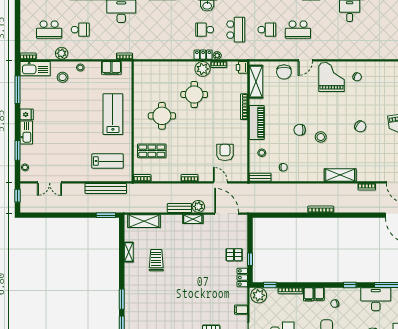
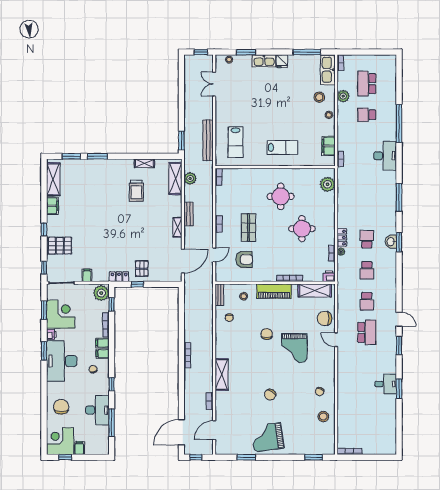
school desk: (80, 30) -> (367, 115), turned 90
school desk: (236, 30) -> (367, 270), width x0.54
school desk: (298, 30) -> (367, 332), turned 180
plant: (203, 69) -> (328, 184), moved
grand piano: (331, 77) -> (294, 348), moved, turned 90
lab bench: (113, 114) -> (282, 147), width x0.73, depth x0.72
stool: (321, 137) -> (323, 417), moved
shop shelf: (152, 151) -> (248, 228), moved
plant: (198, 206) -> (190, 178), moved
trolley: (156, 260) -> (136, 191), turned 90

